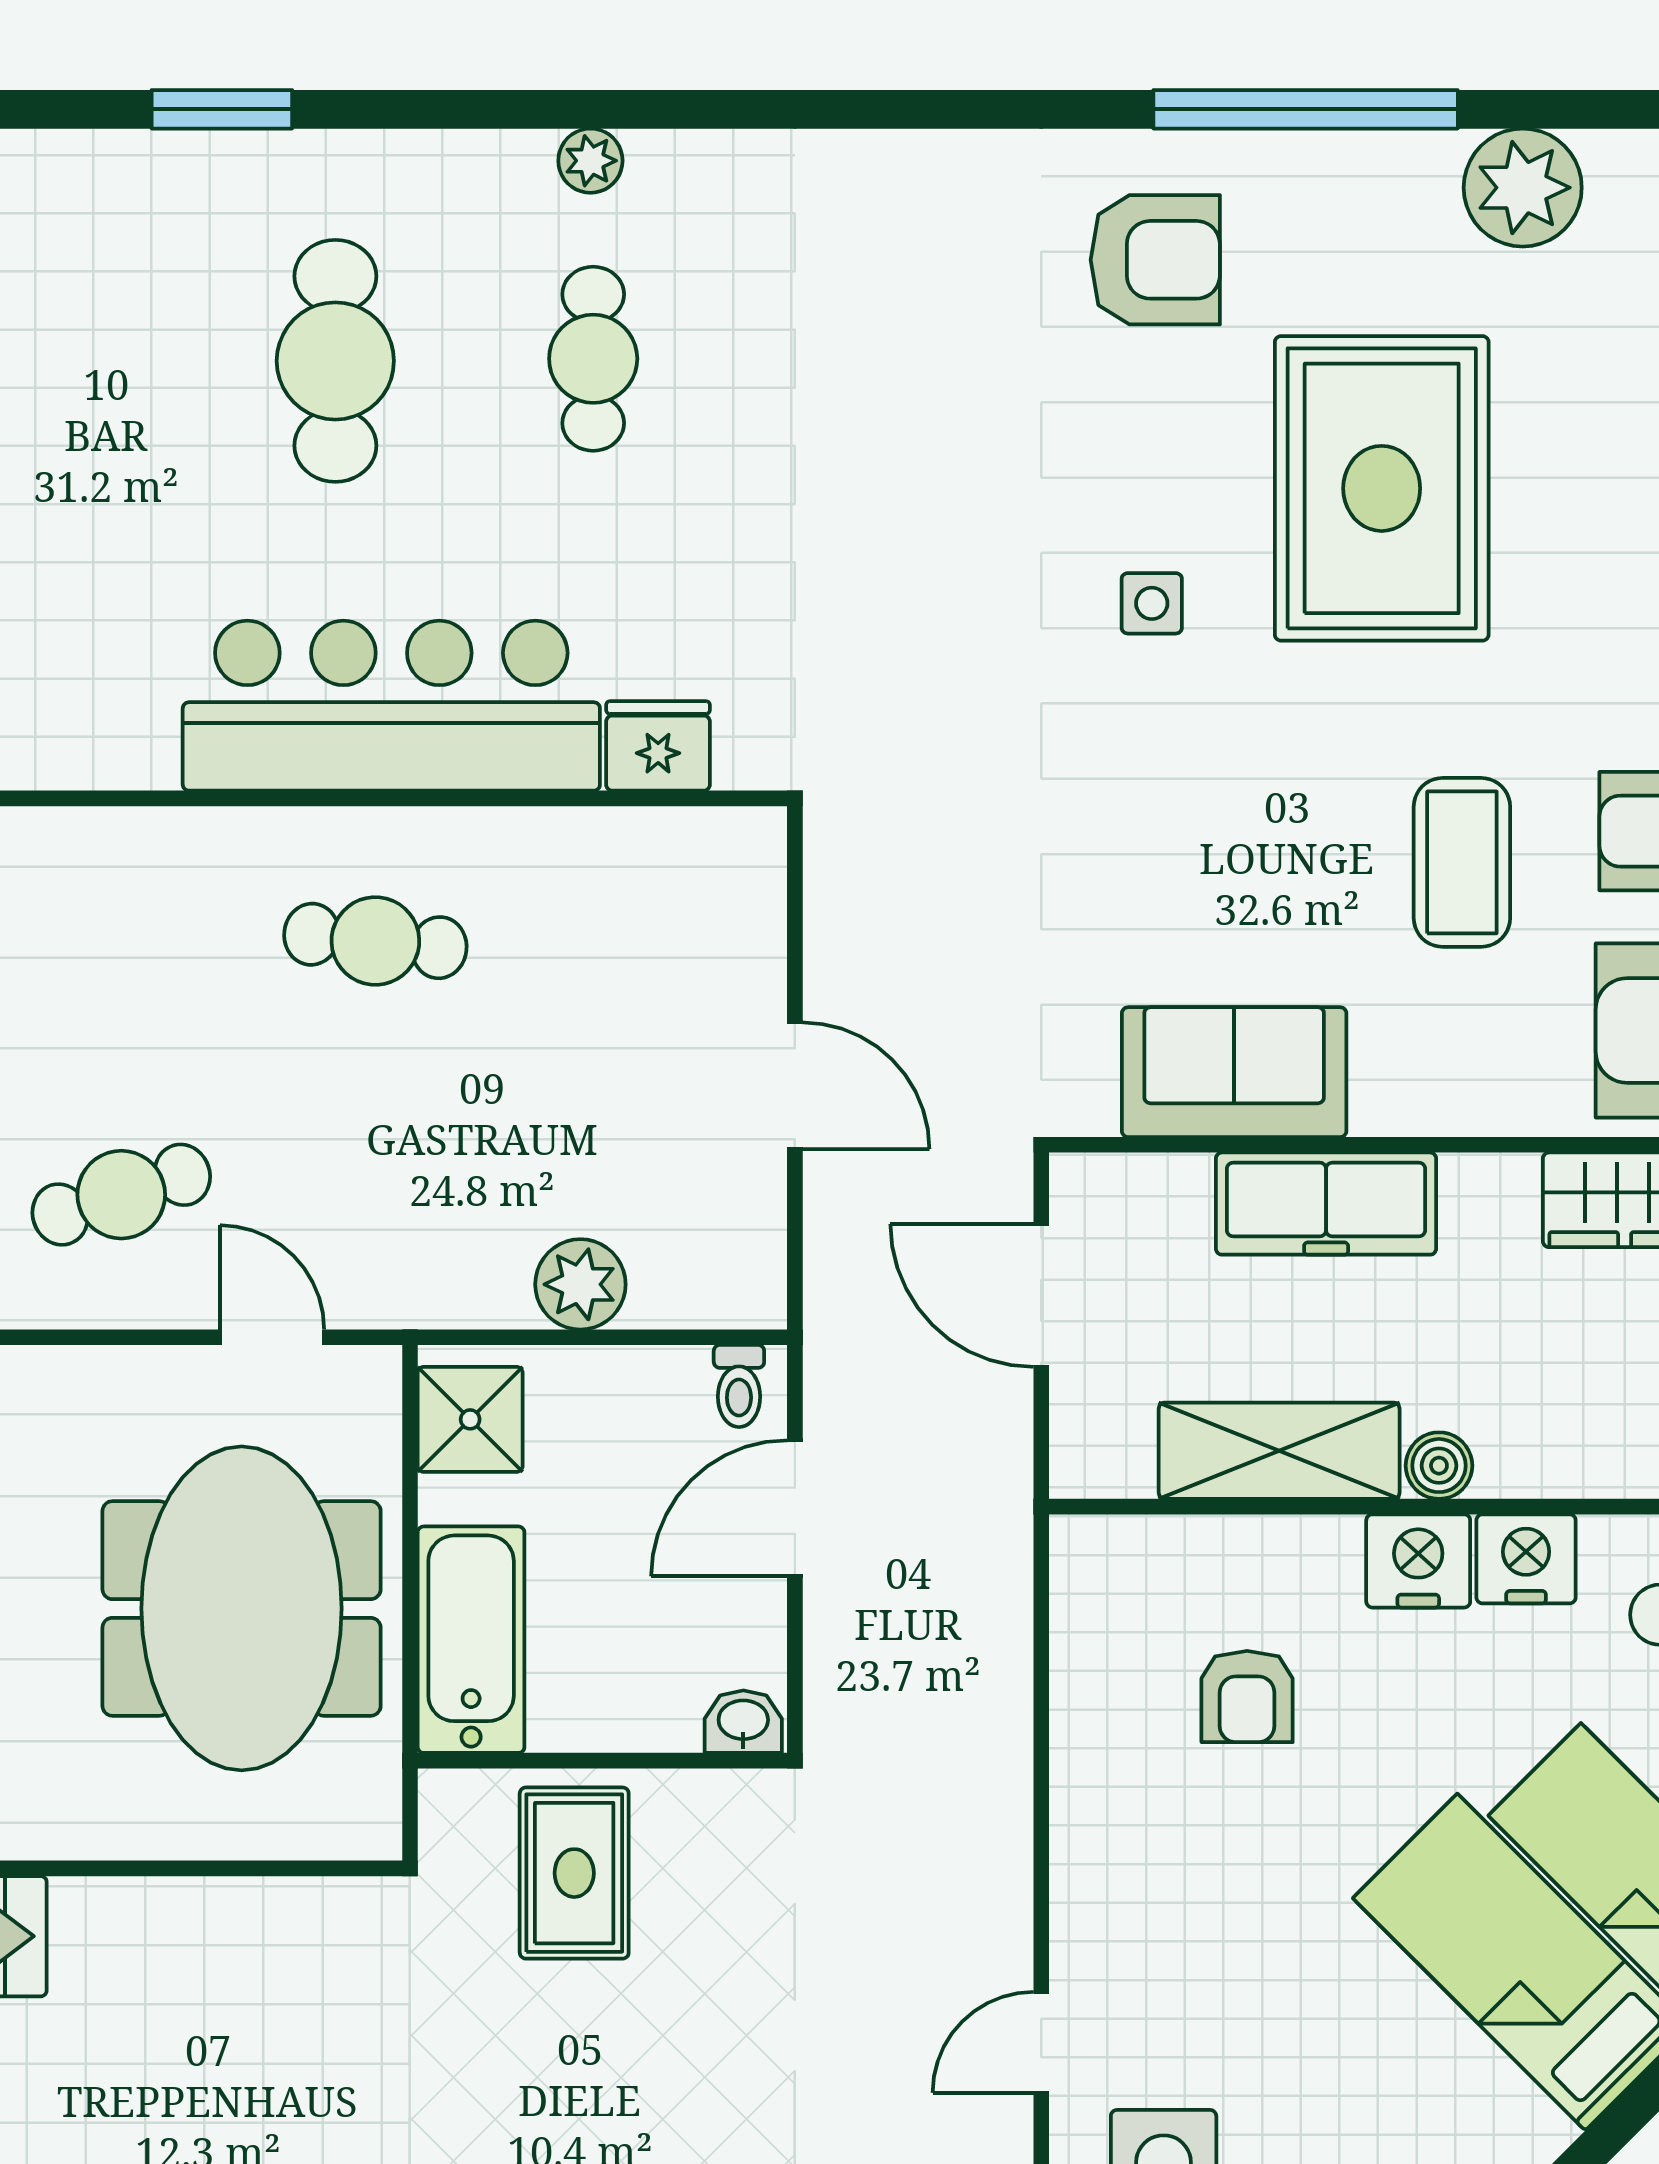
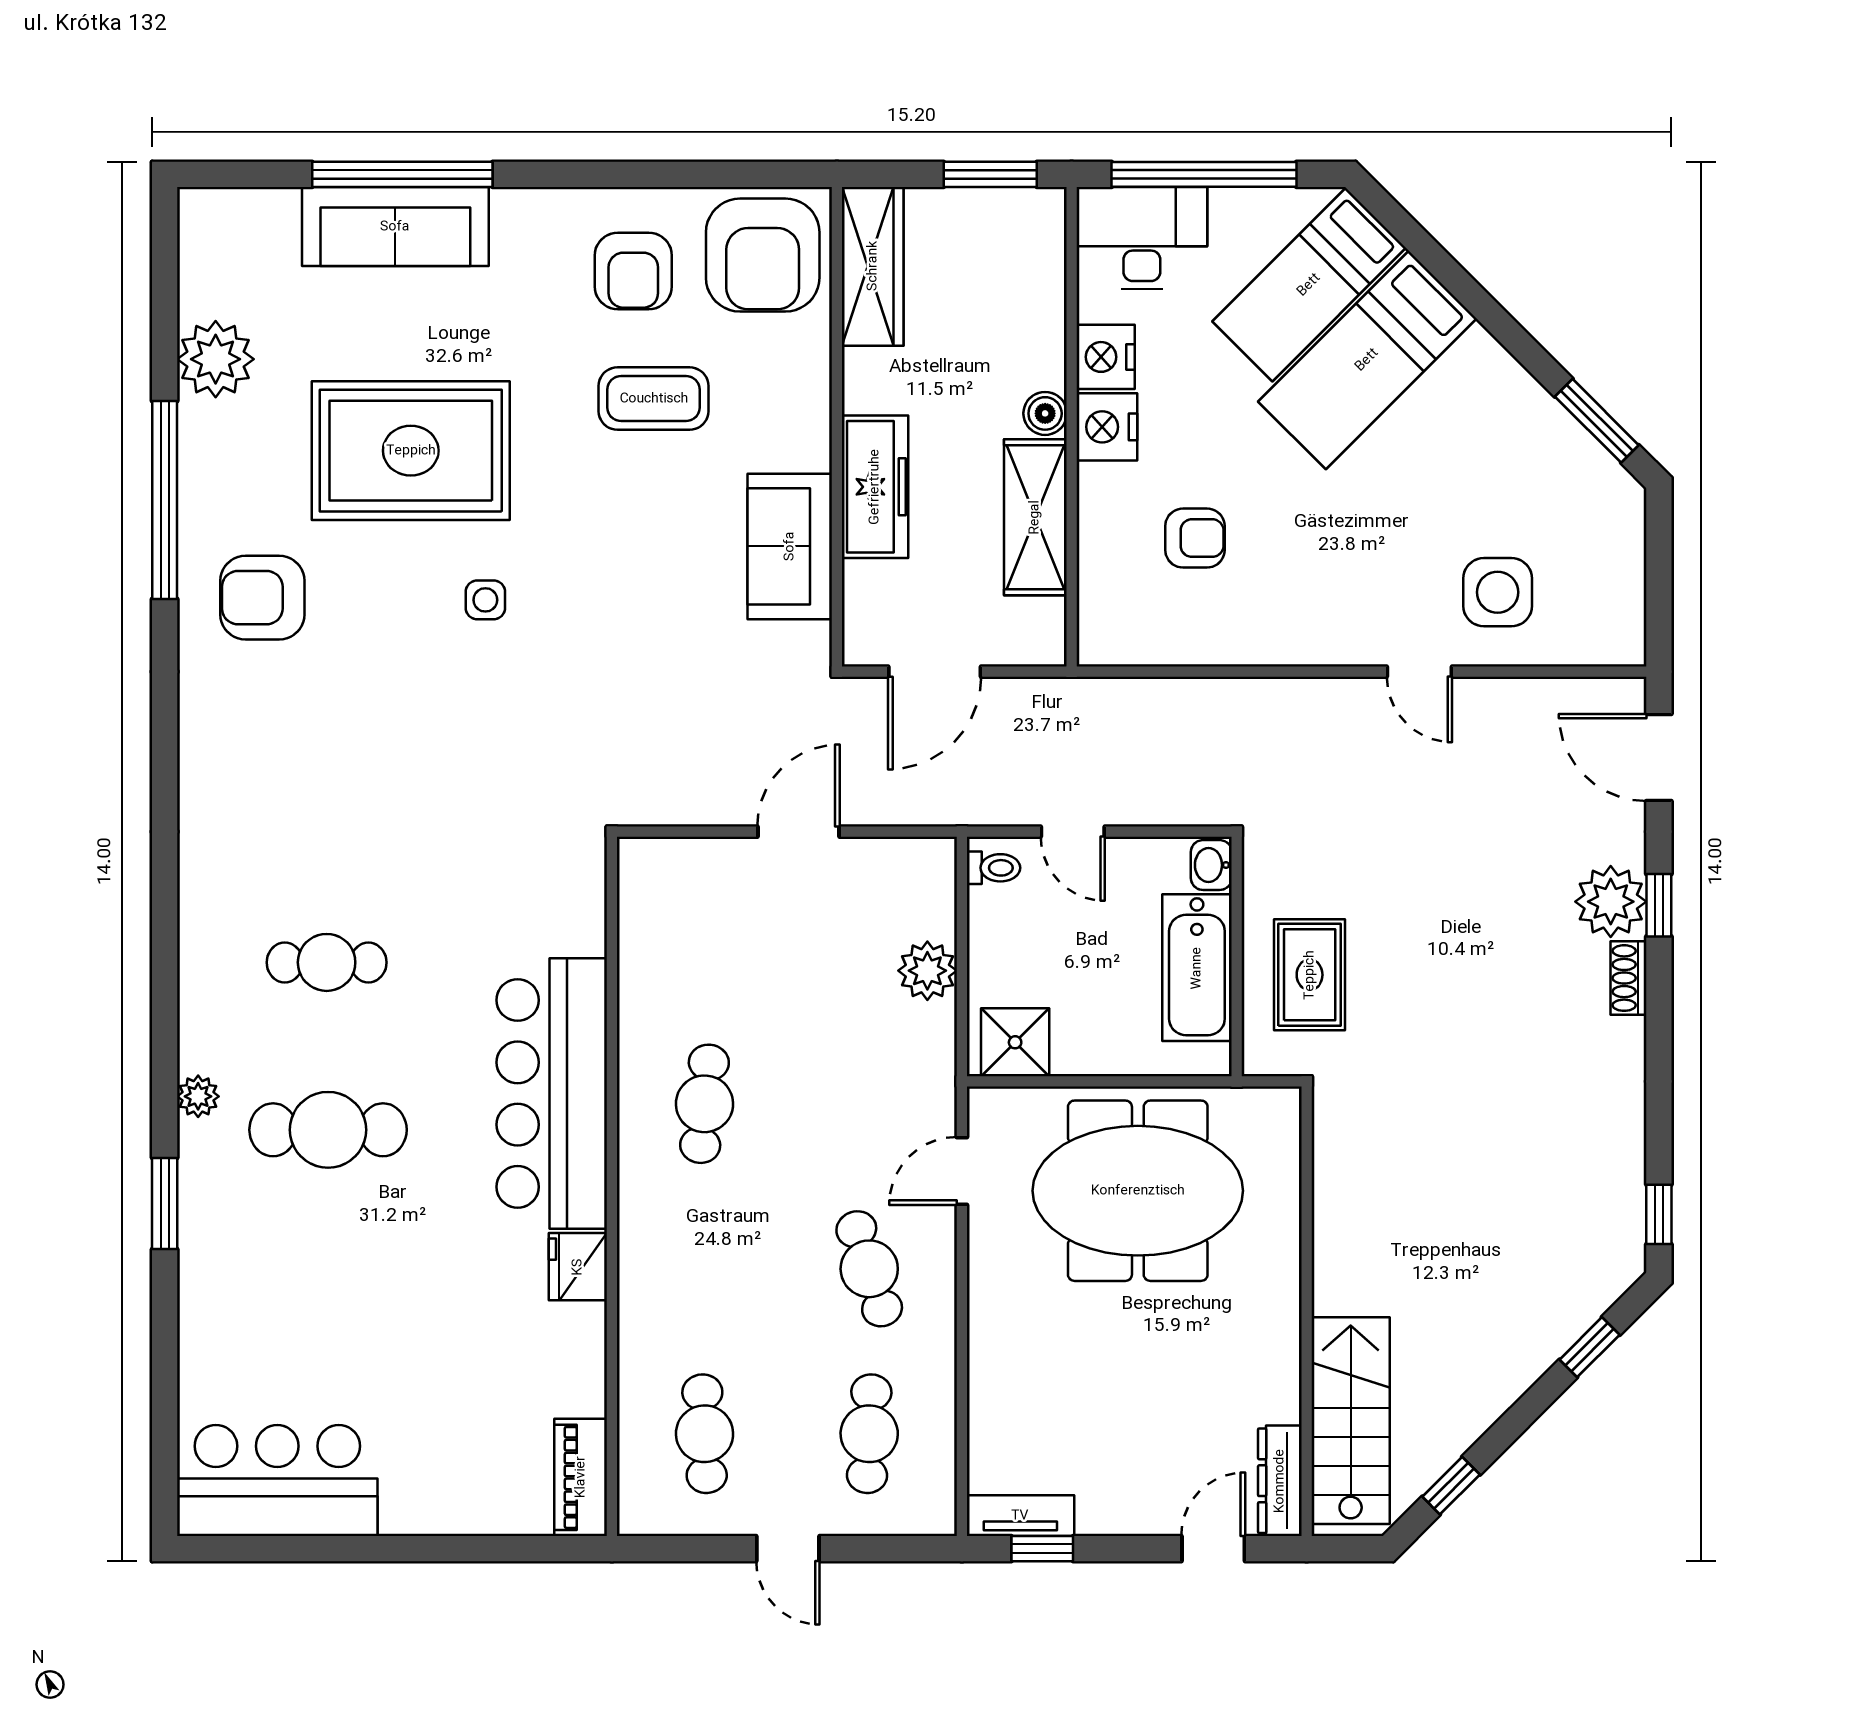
plant: (590, 161) -> (198, 1096), moved
armchair: (1155, 260) -> (262, 598), turned -90
fridge: (658, 746) -> (578, 1267), moved
door: (795, 1508) -> (1073, 832), width x0.73
bathtub: (471, 1640) -> (1197, 968), moved, turned -90
rug: (574, 1873) -> (1310, 975), turned 90

